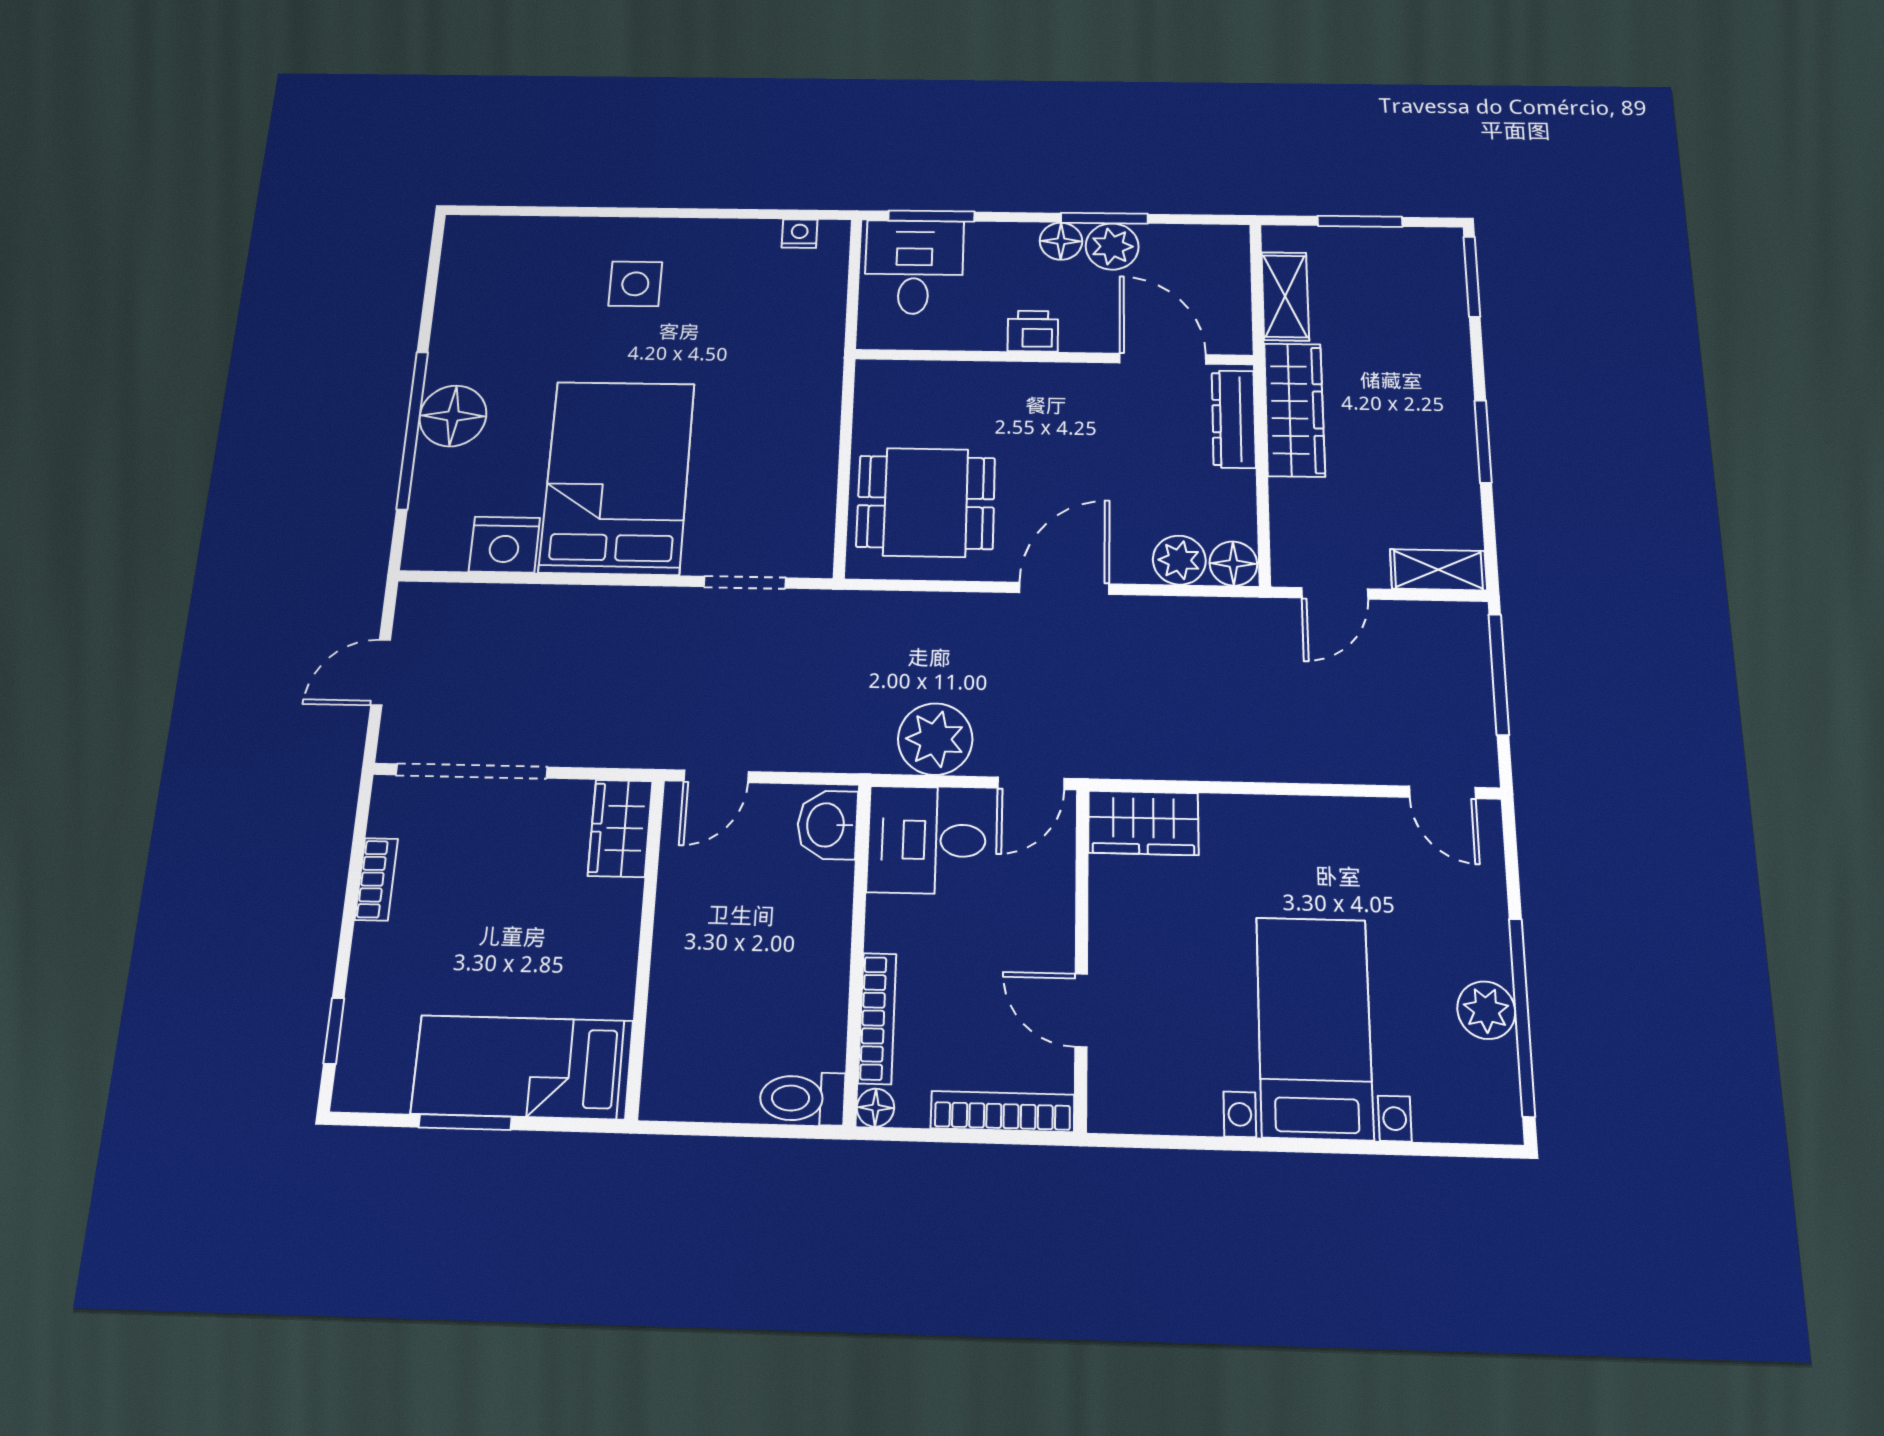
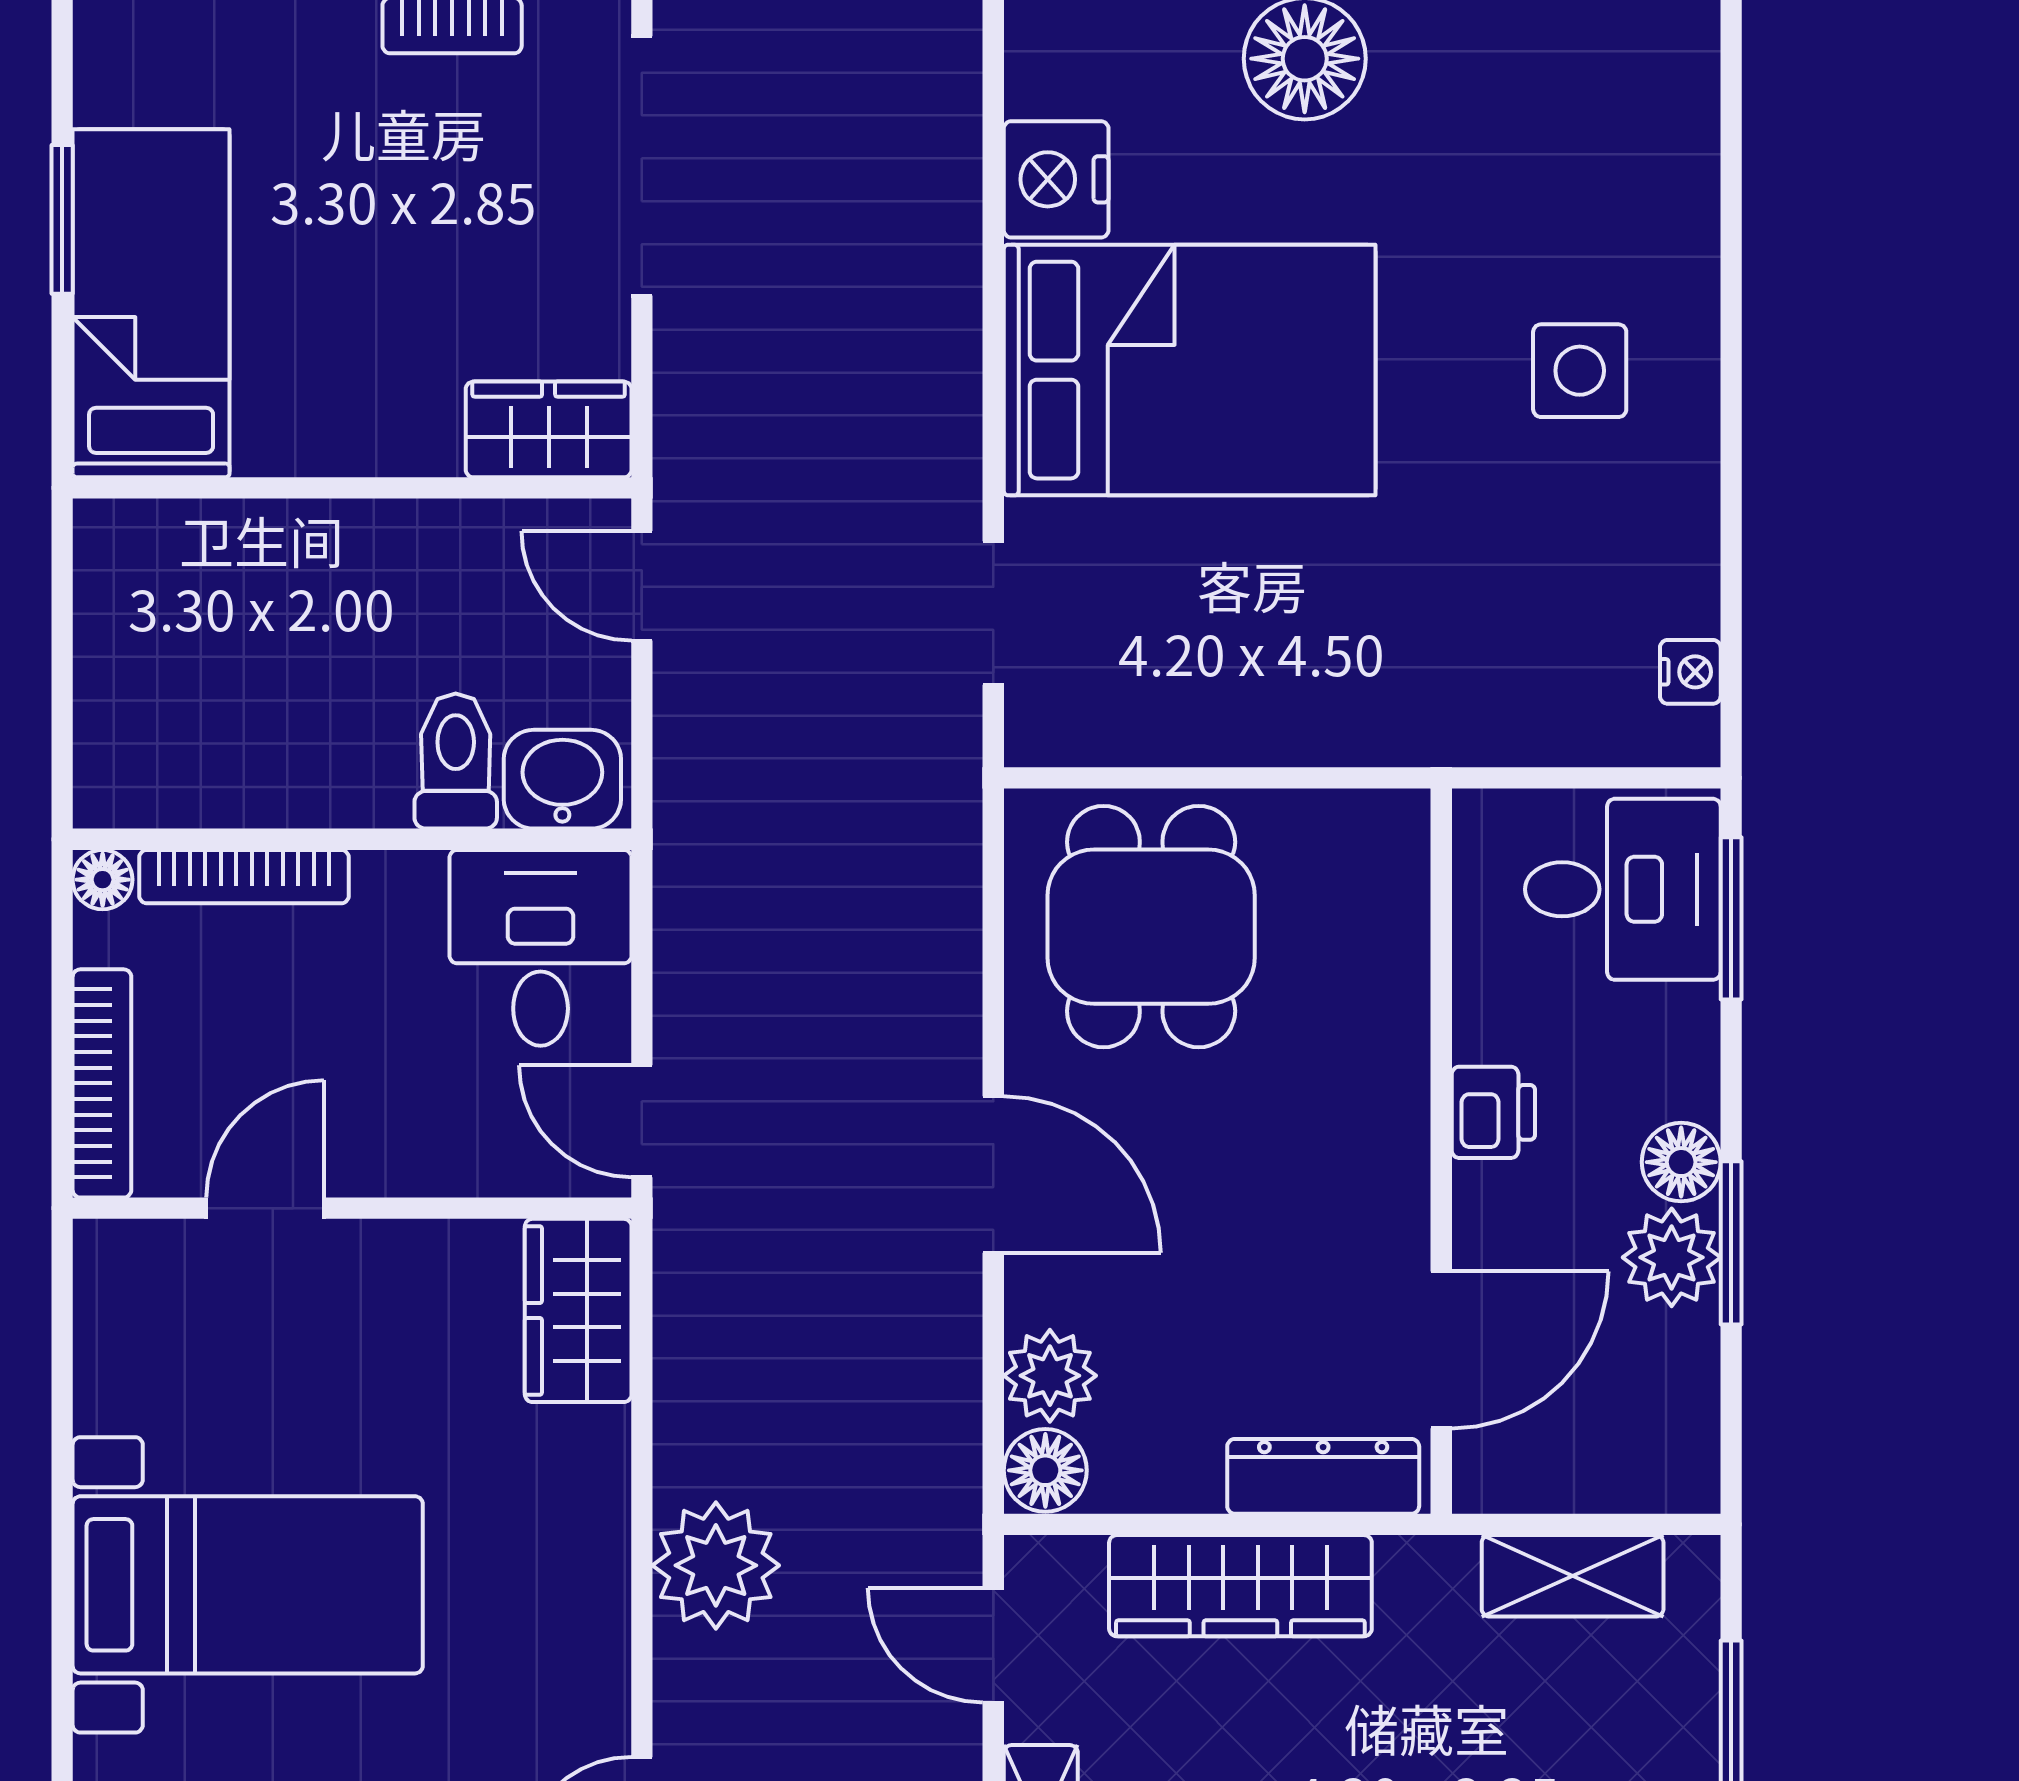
wardrobe: (1294, 410) -> (1240, 1586), moved
plant: (935, 739) -> (716, 1565), moved
toilet: (802, 1098) -> (456, 761), moved

